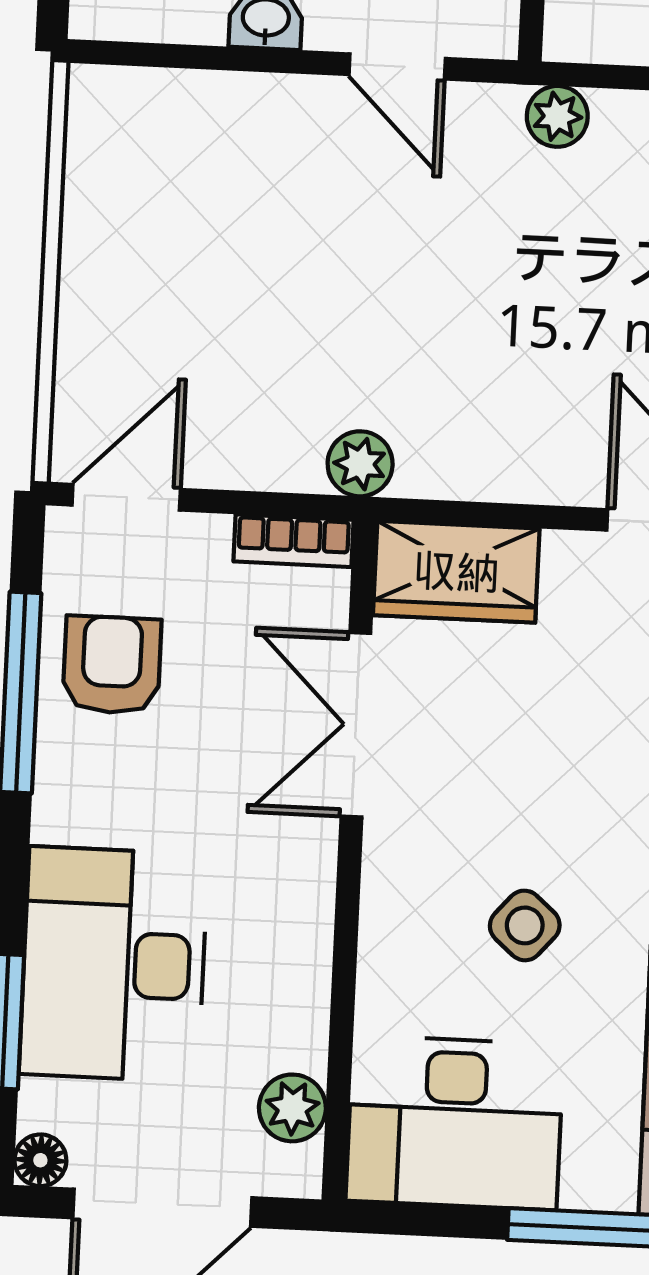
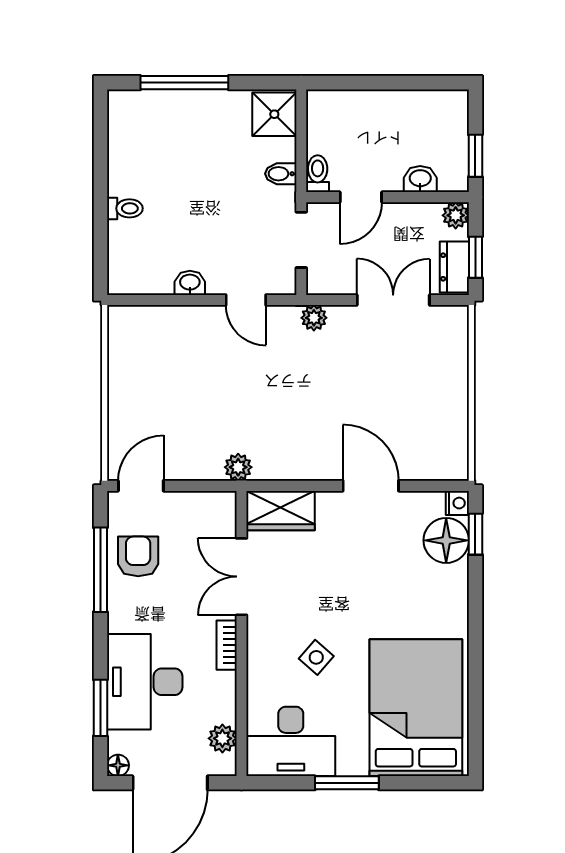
bookcase: (294, 541) -> (227, 645), moved, turned 90

